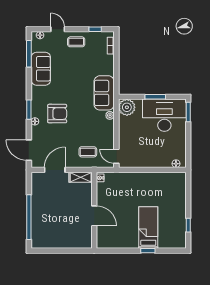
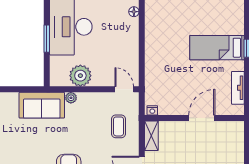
plant: (127, 107) -> (80, 76), moved
door: (116, 156) -> (124, 89), swing flipped
tv unit: (117, 244) -> (238, 88), added

